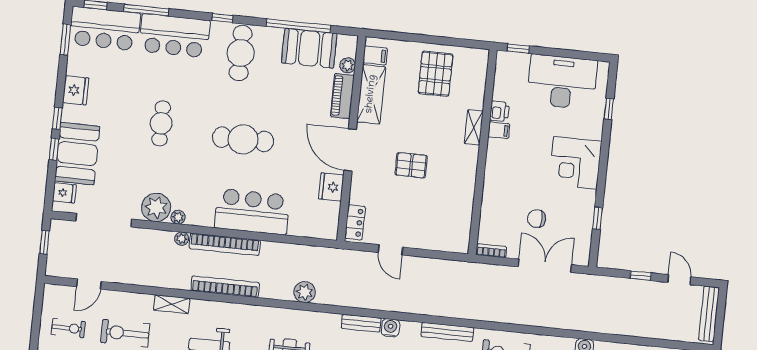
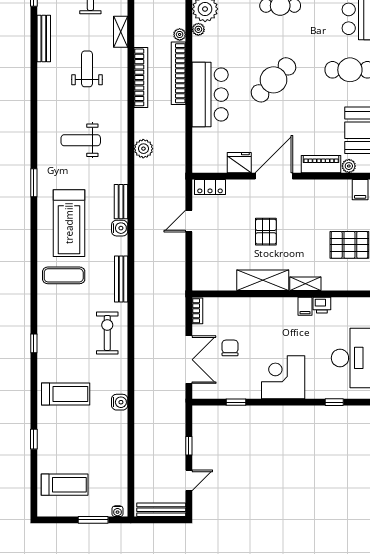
shelving: (371, 94) -> (263, 280), moved
cafe table: (243, 139) -> (273, 80), turned 45

